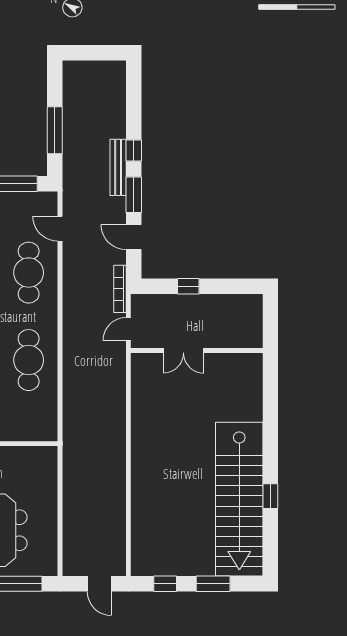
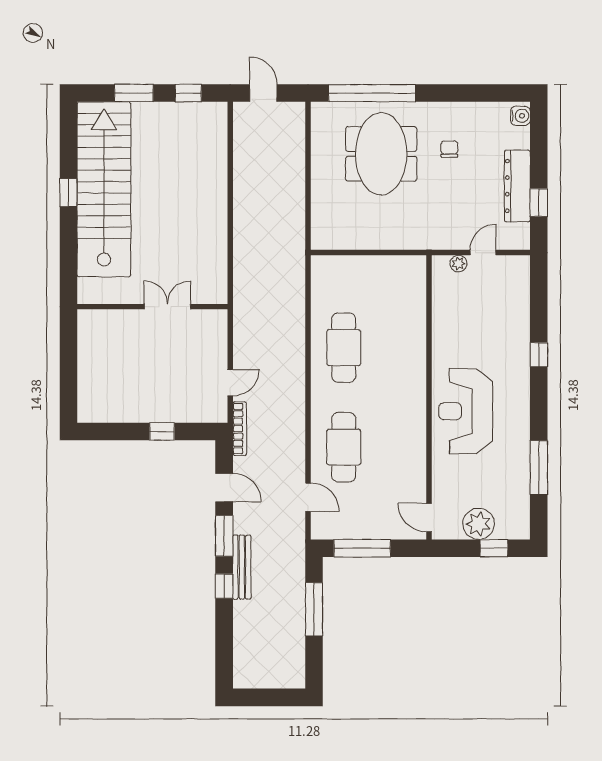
double door: (183, 350) -> (168, 307), moved
wall: (197, 350) -> (152, 307), moved

